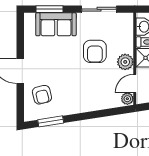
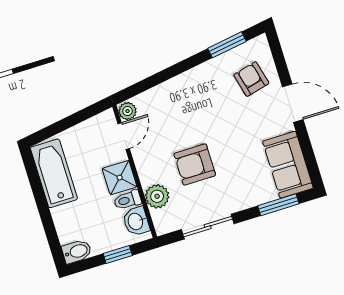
sofa: (56, 24) -> (288, 165), moved, turned -90
armchair: (95, 51) -> (195, 164), turned -90
plant: (125, 62) -> (157, 196), moved

